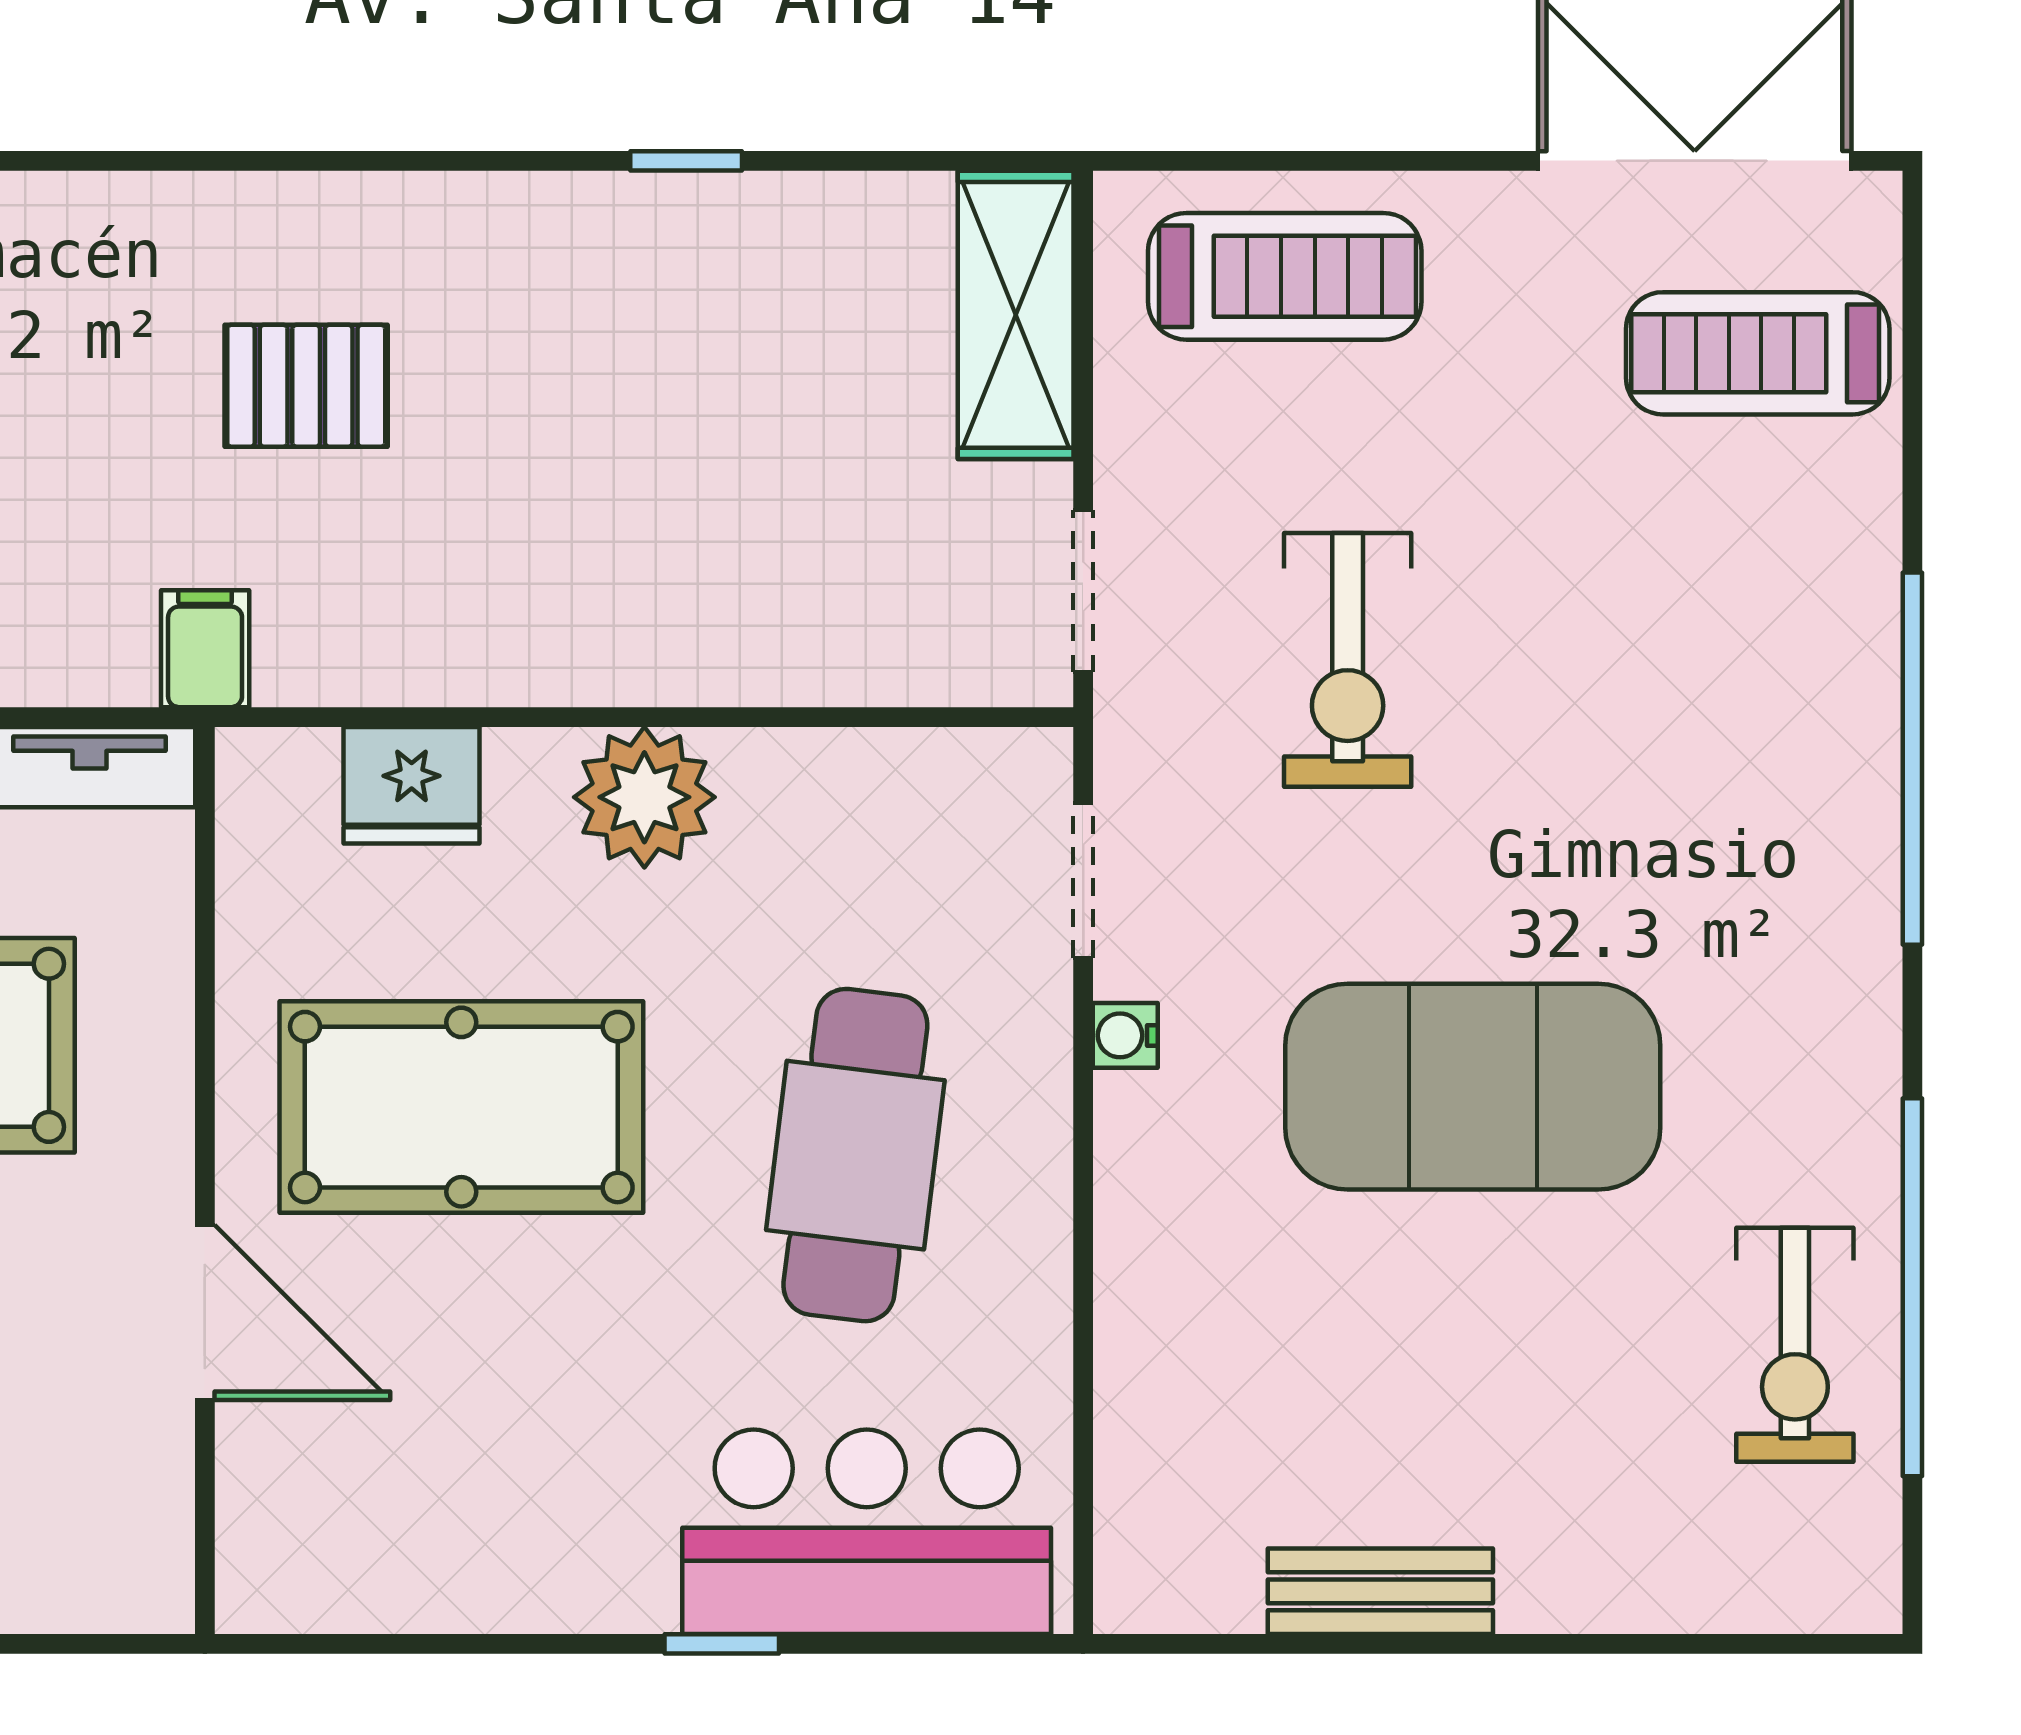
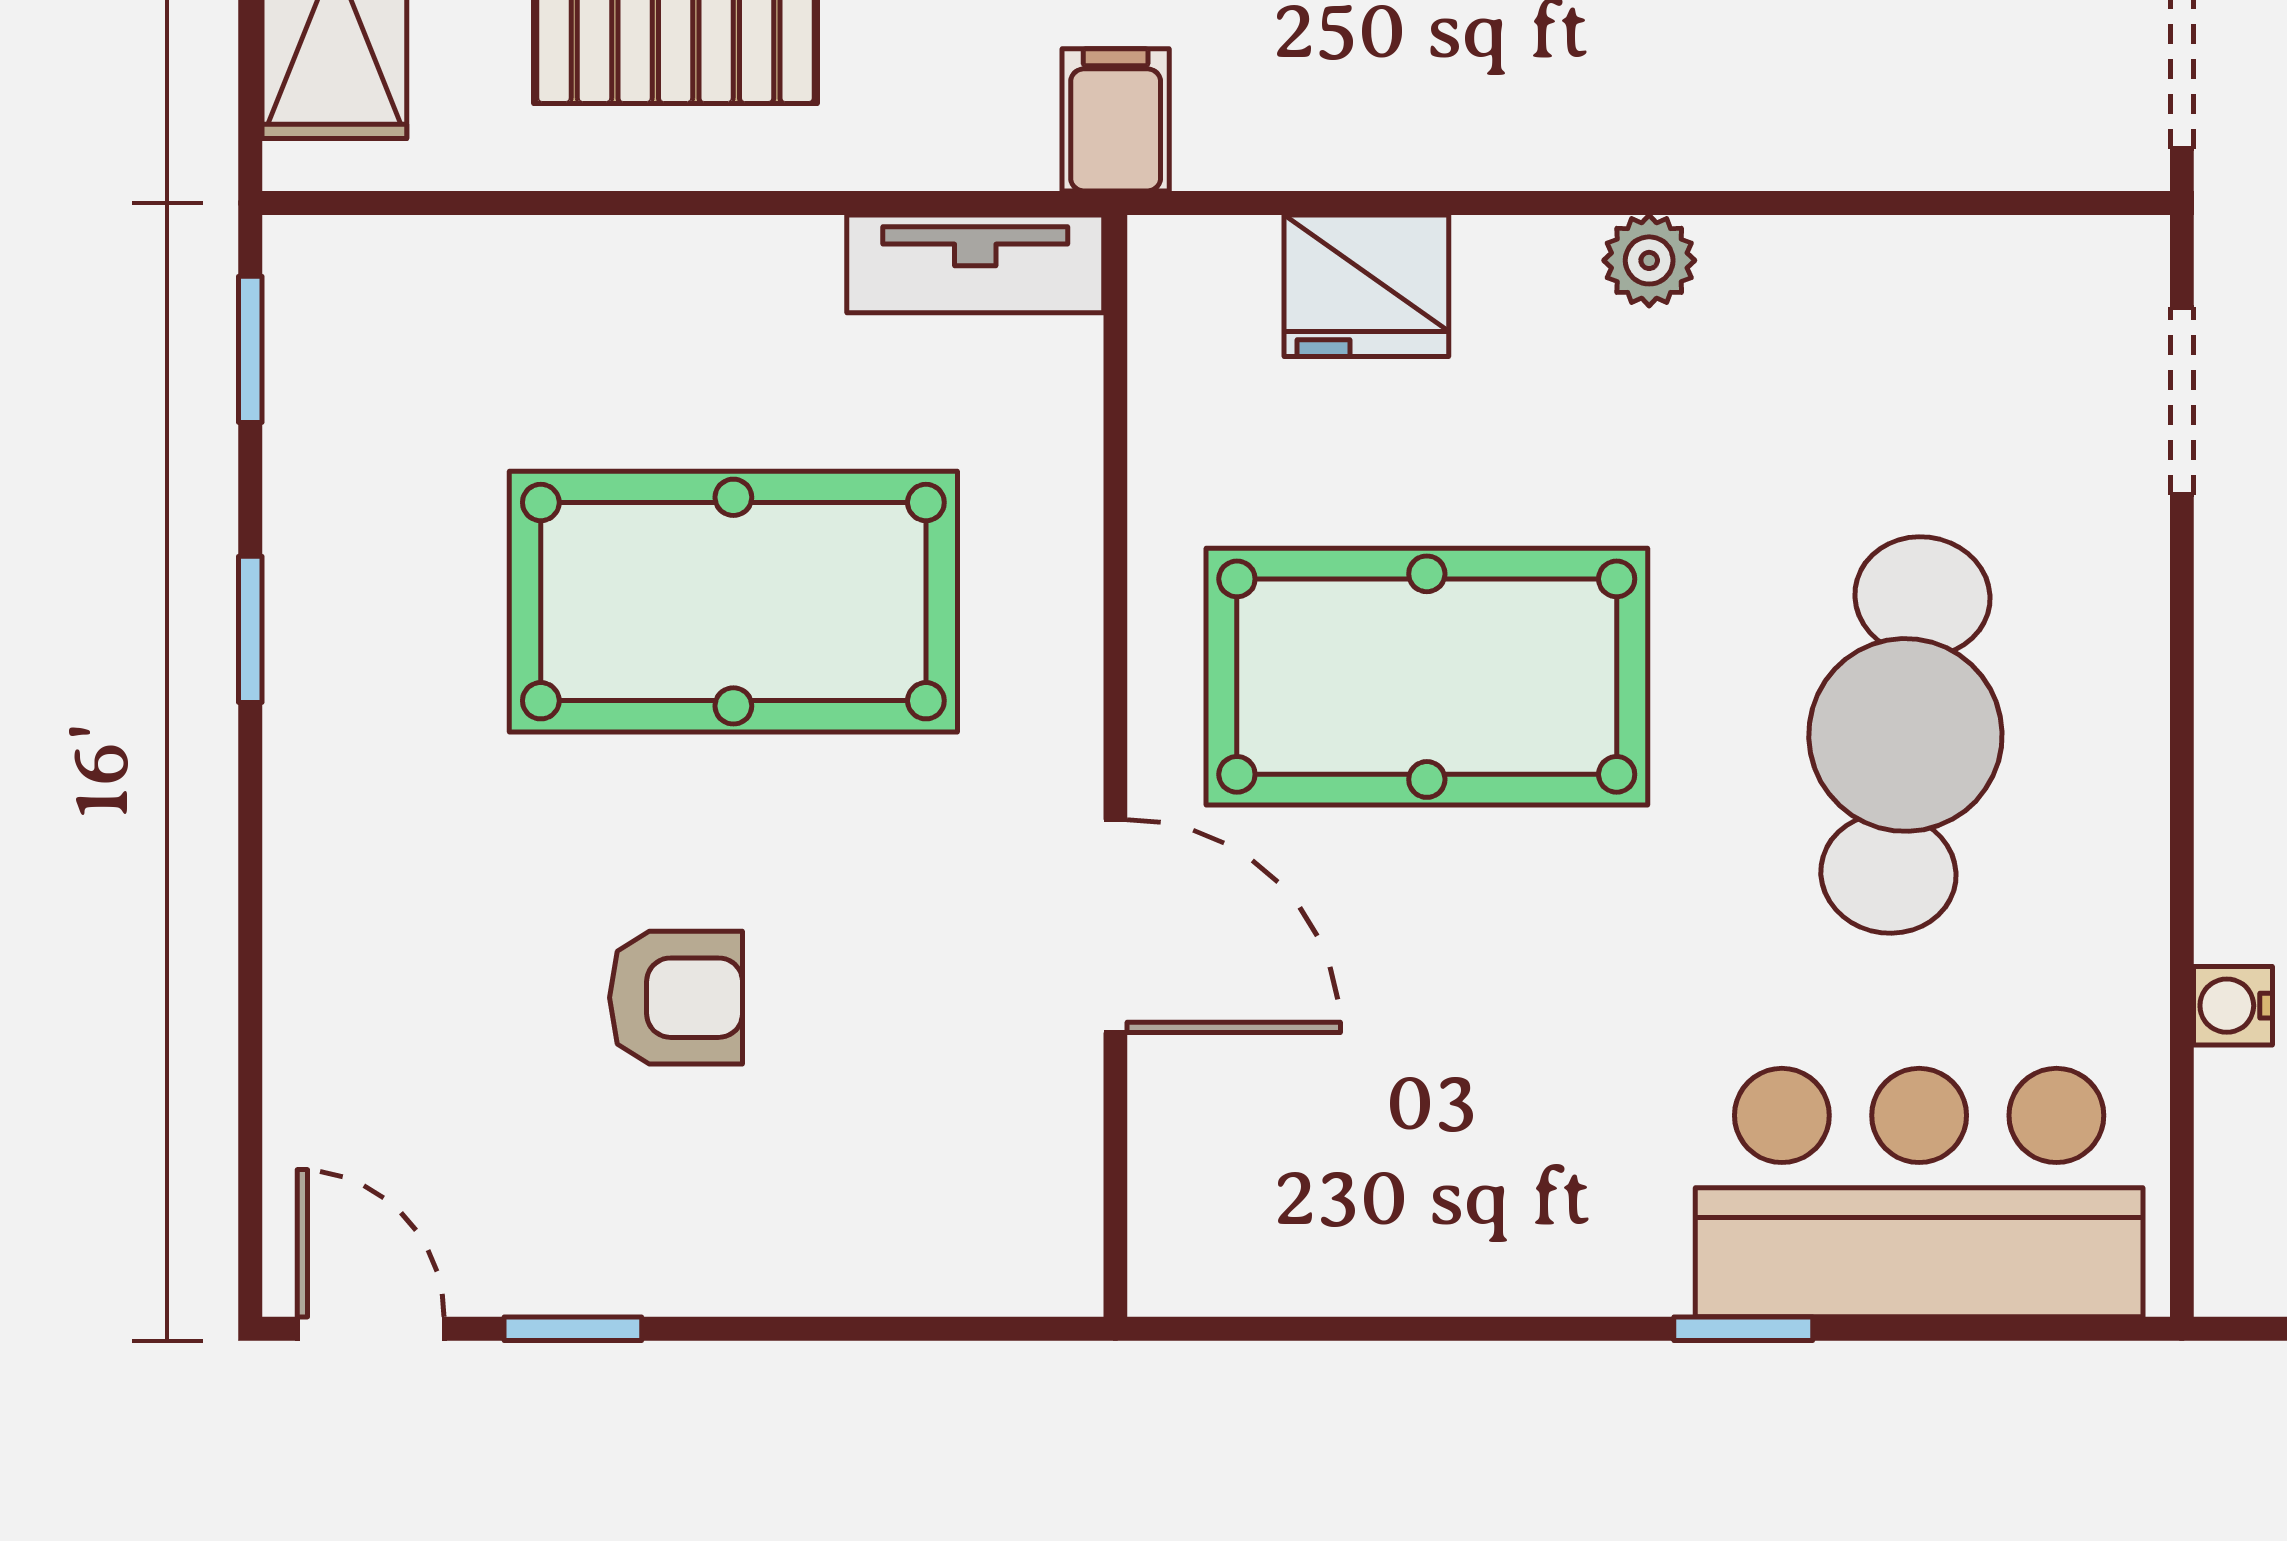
plant: (644, 797) -> (1649, 260), width x0.53, depth x0.53
water cooler: (1125, 1035) -> (2233, 1006), moved

